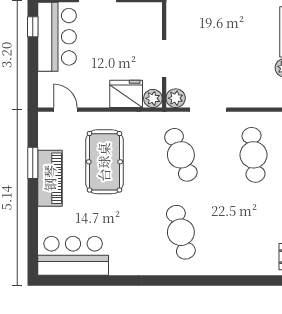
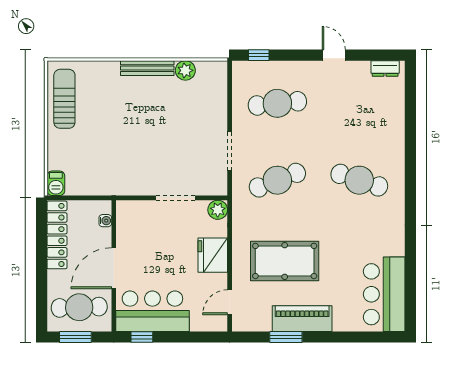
fridge: (126, 94) -> (213, 255), moved
plant: (176, 98) -> (217, 186), removed
cafe table: (181, 232) -> (359, 180), turned 33

